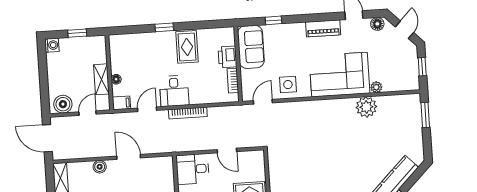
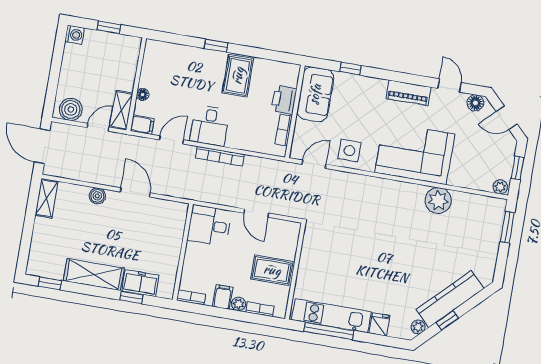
door: (404, 30) -> (507, 118), swing flipped
shelving: (101, 79) -> (121, 110), moved
plant: (376, 87) -> (500, 187), moved

